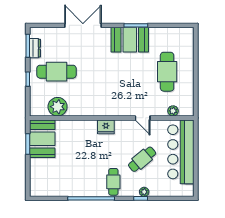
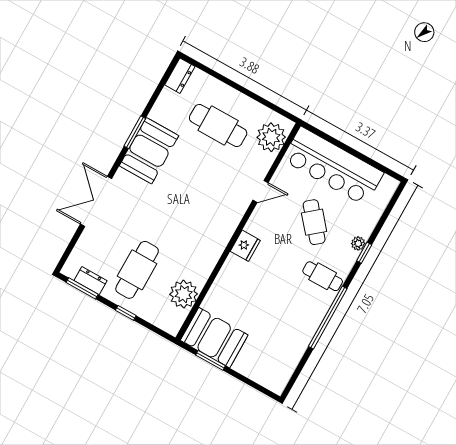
dresser: (184, 33) -> (180, 76), added
plant: (173, 111) -> (271, 137), width x1.88, depth x1.88

